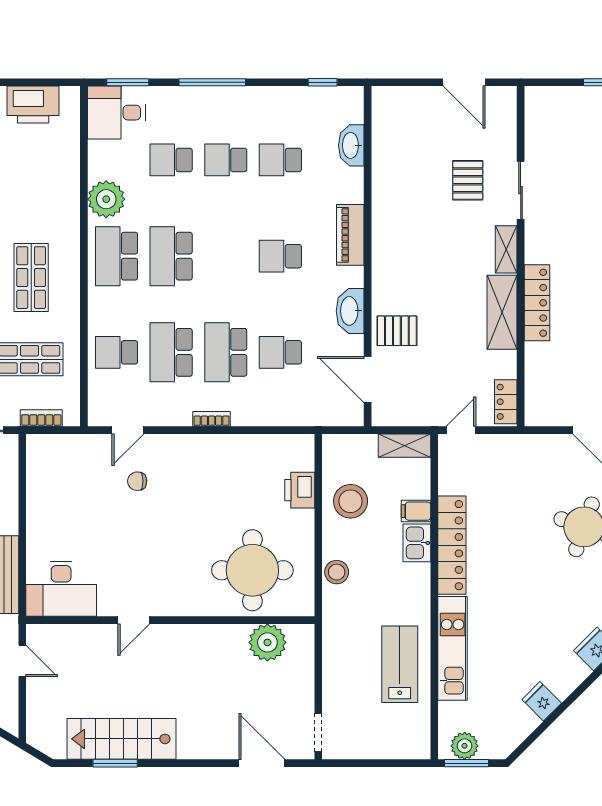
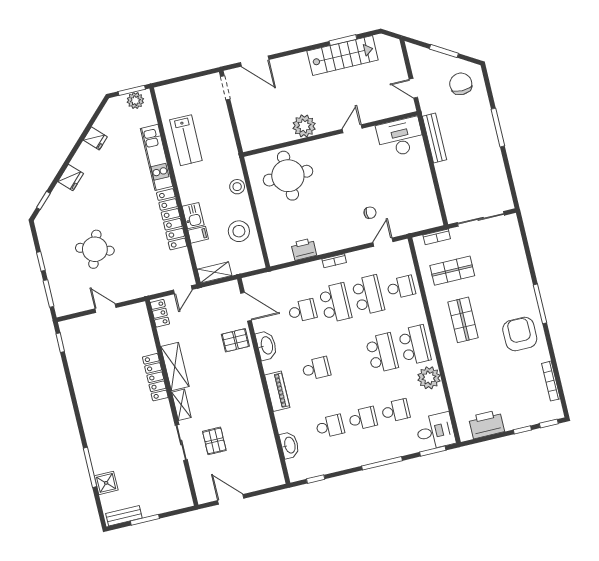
printer: (300, 490) -> (304, 249), moved, turned -90
plant: (267, 642) -> (304, 126), moved

